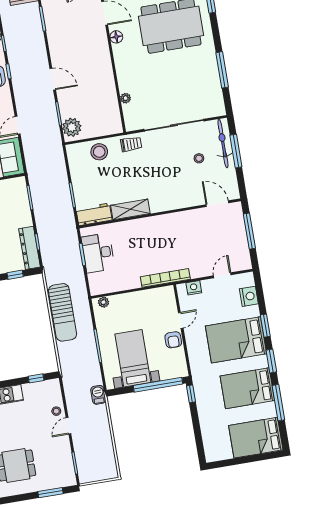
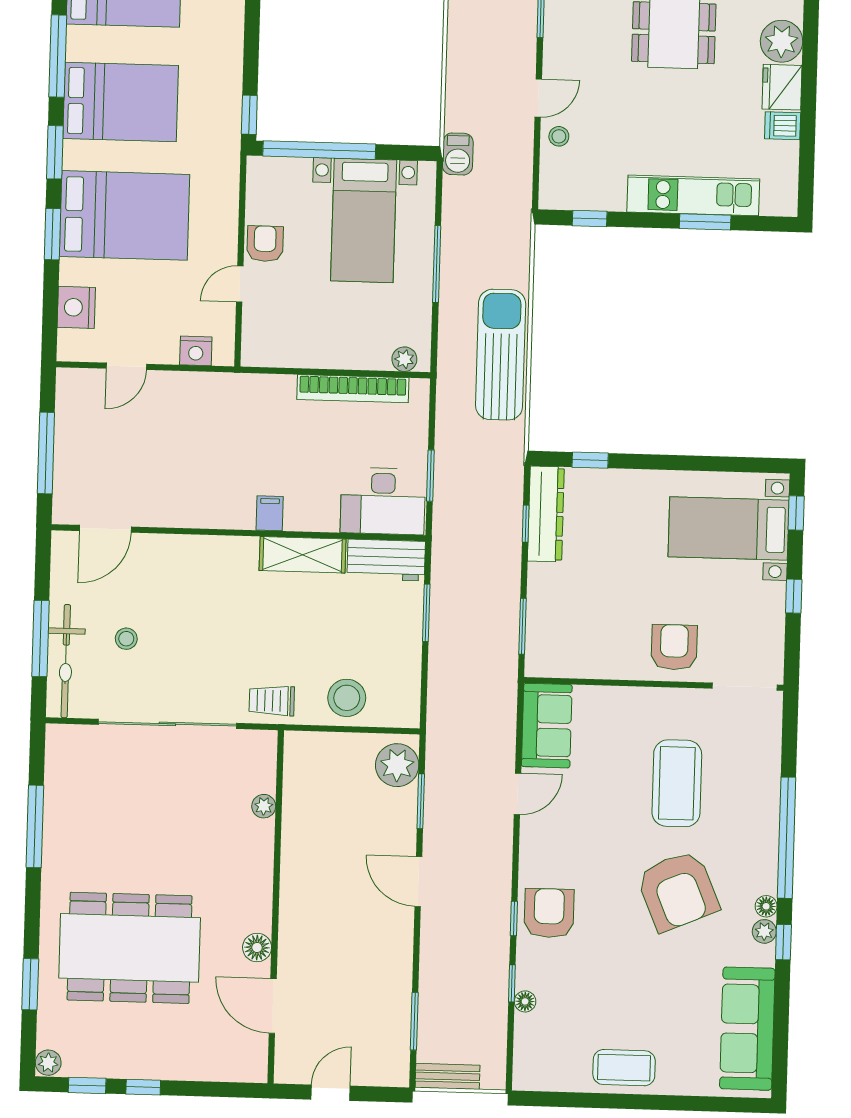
door: (217, 204) -> (105, 529), hinge flipped
filing cabinet: (148, 224) -> (270, 513), added
desk: (98, 253) -> (383, 501), moved, turned 90
bookcase: (165, 278) -> (353, 389), moved

